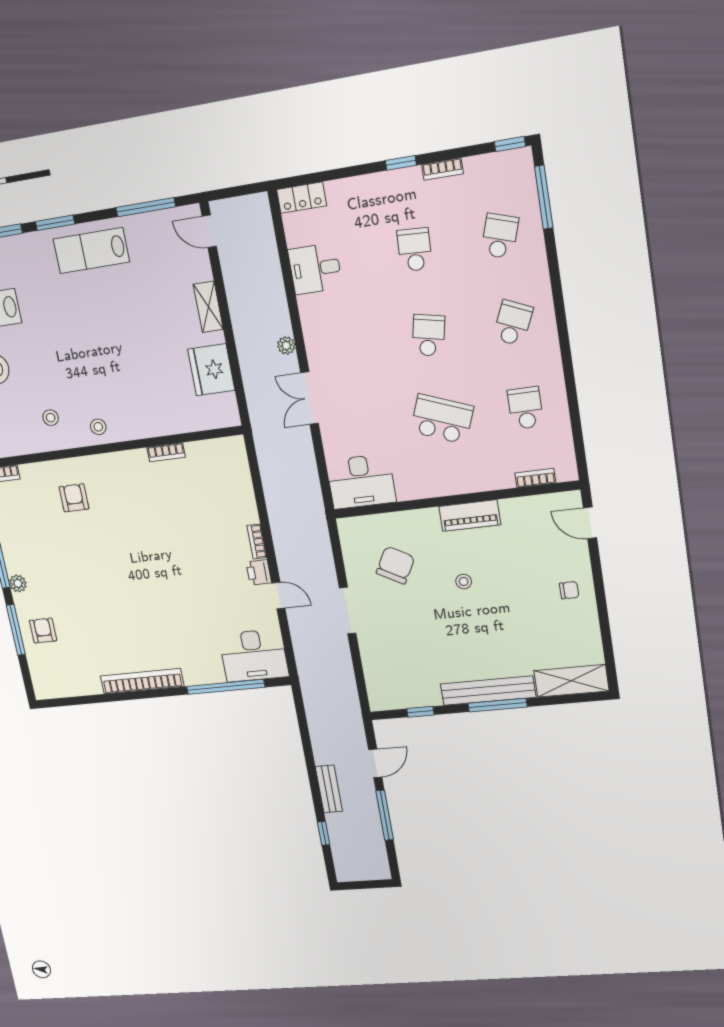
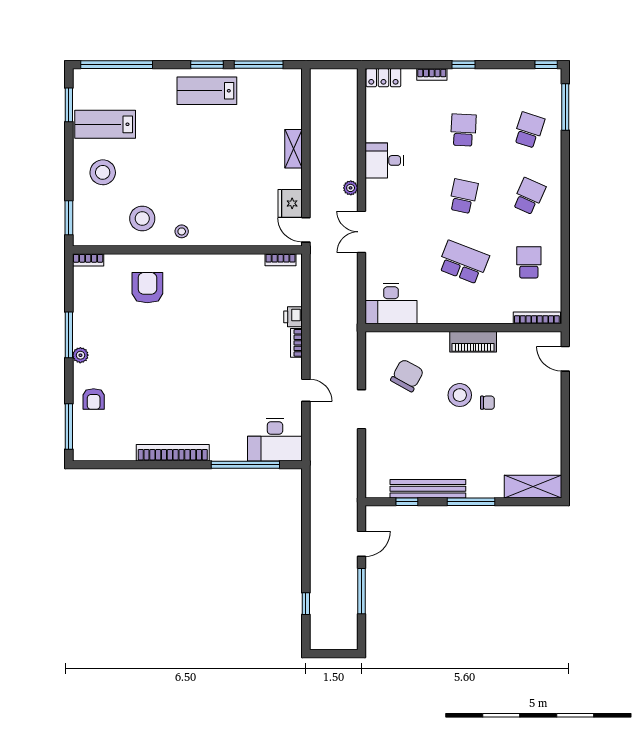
bookcase: (443, 169) -> (432, 74), moved
window: (55, 223) -> (207, 65), moved
door: (209, 231) -> (306, 230), moved
desk: (315, 269) -> (384, 160), moved
fridge: (211, 370) -> (290, 203), width x0.73, depth x0.75
stool: (51, 418) -> (142, 218), width x1.89, depth x1.89
bookcase: (166, 452) -> (281, 260), moved
bookcase: (535, 478) -> (537, 318), width x1.56
armchair: (74, 498) -> (147, 288), width x1.38, depth x1.38
printer: (259, 572) -> (293, 317), moved
stool: (464, 581) -> (460, 395), width x1.89, depth x1.89
chair: (569, 590) -> (487, 403), moved
window: (16, 630) -> (69, 427), moved
armchair: (43, 631) -> (94, 399), turned 180
bench: (488, 691) -> (428, 489), moved
bench: (329, 789) -> (318, 564), removed

